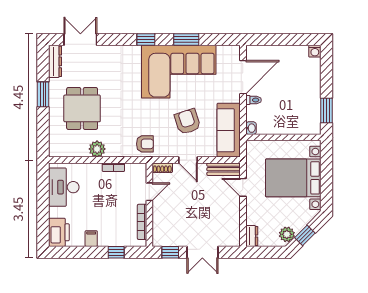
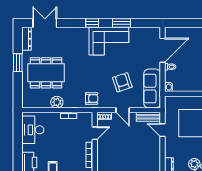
corner sofa: (179, 72) -> (109, 41), width x0.73, depth x0.74
dining table: (82, 108) -> (46, 73), width x1.38

